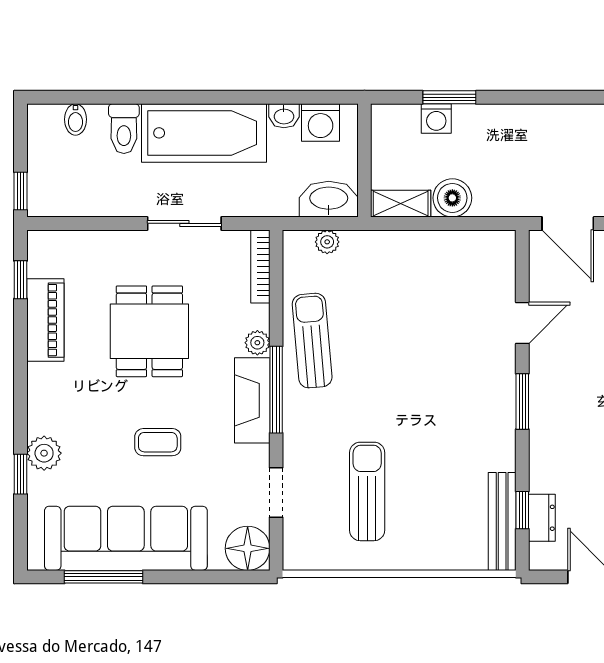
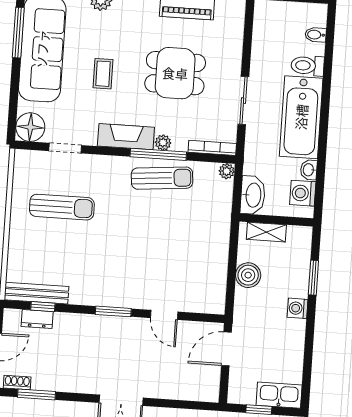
washing machine: (436, 118) -> (298, 308), moved
shelving: (401, 204) -> (266, 232), moved, turned 90
plant: (327, 242) -> (227, 171), moved
window: (276, 390) -> (158, 154), moved

